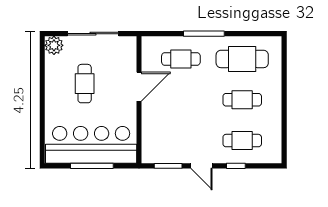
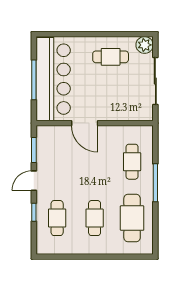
cafe table: (85, 84) -> (111, 57), moved
door: (139, 87) -> (85, 123), moved

